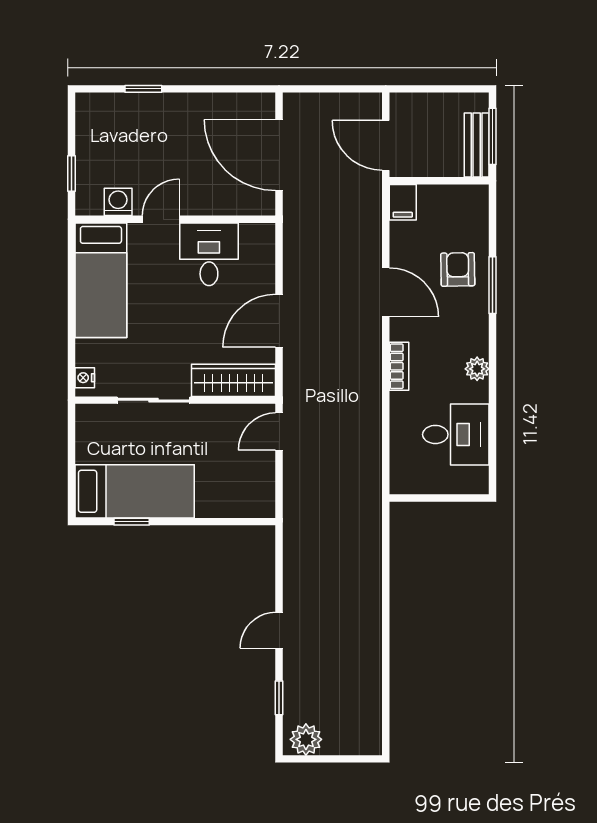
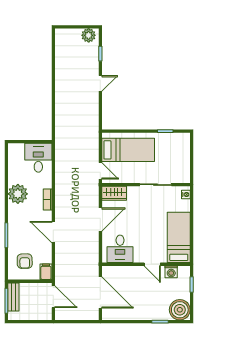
boiler: (98, 116) -> (180, 310), added
door: (161, 219) -> (152, 264), hinge flipped
desk: (209, 254) -> (120, 249), moved
armchair: (458, 269) -> (25, 261), moved
plant: (477, 369) -> (18, 194), width x1.87, depth x1.87
wardrobe: (234, 380) -> (114, 193), width x0.67
door: (279, 432) -> (100, 171), hinge flipped
desk: (456, 434) -> (38, 158), moved, turned 90
bed: (135, 491) -> (128, 150), moved, turned 180

